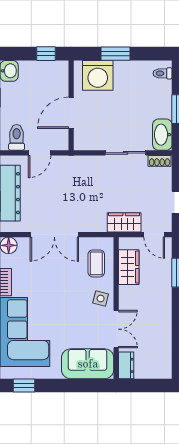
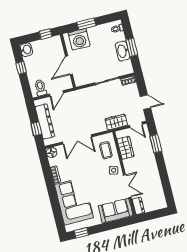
washbasin: (162, 135) -> (123, 51), moved

